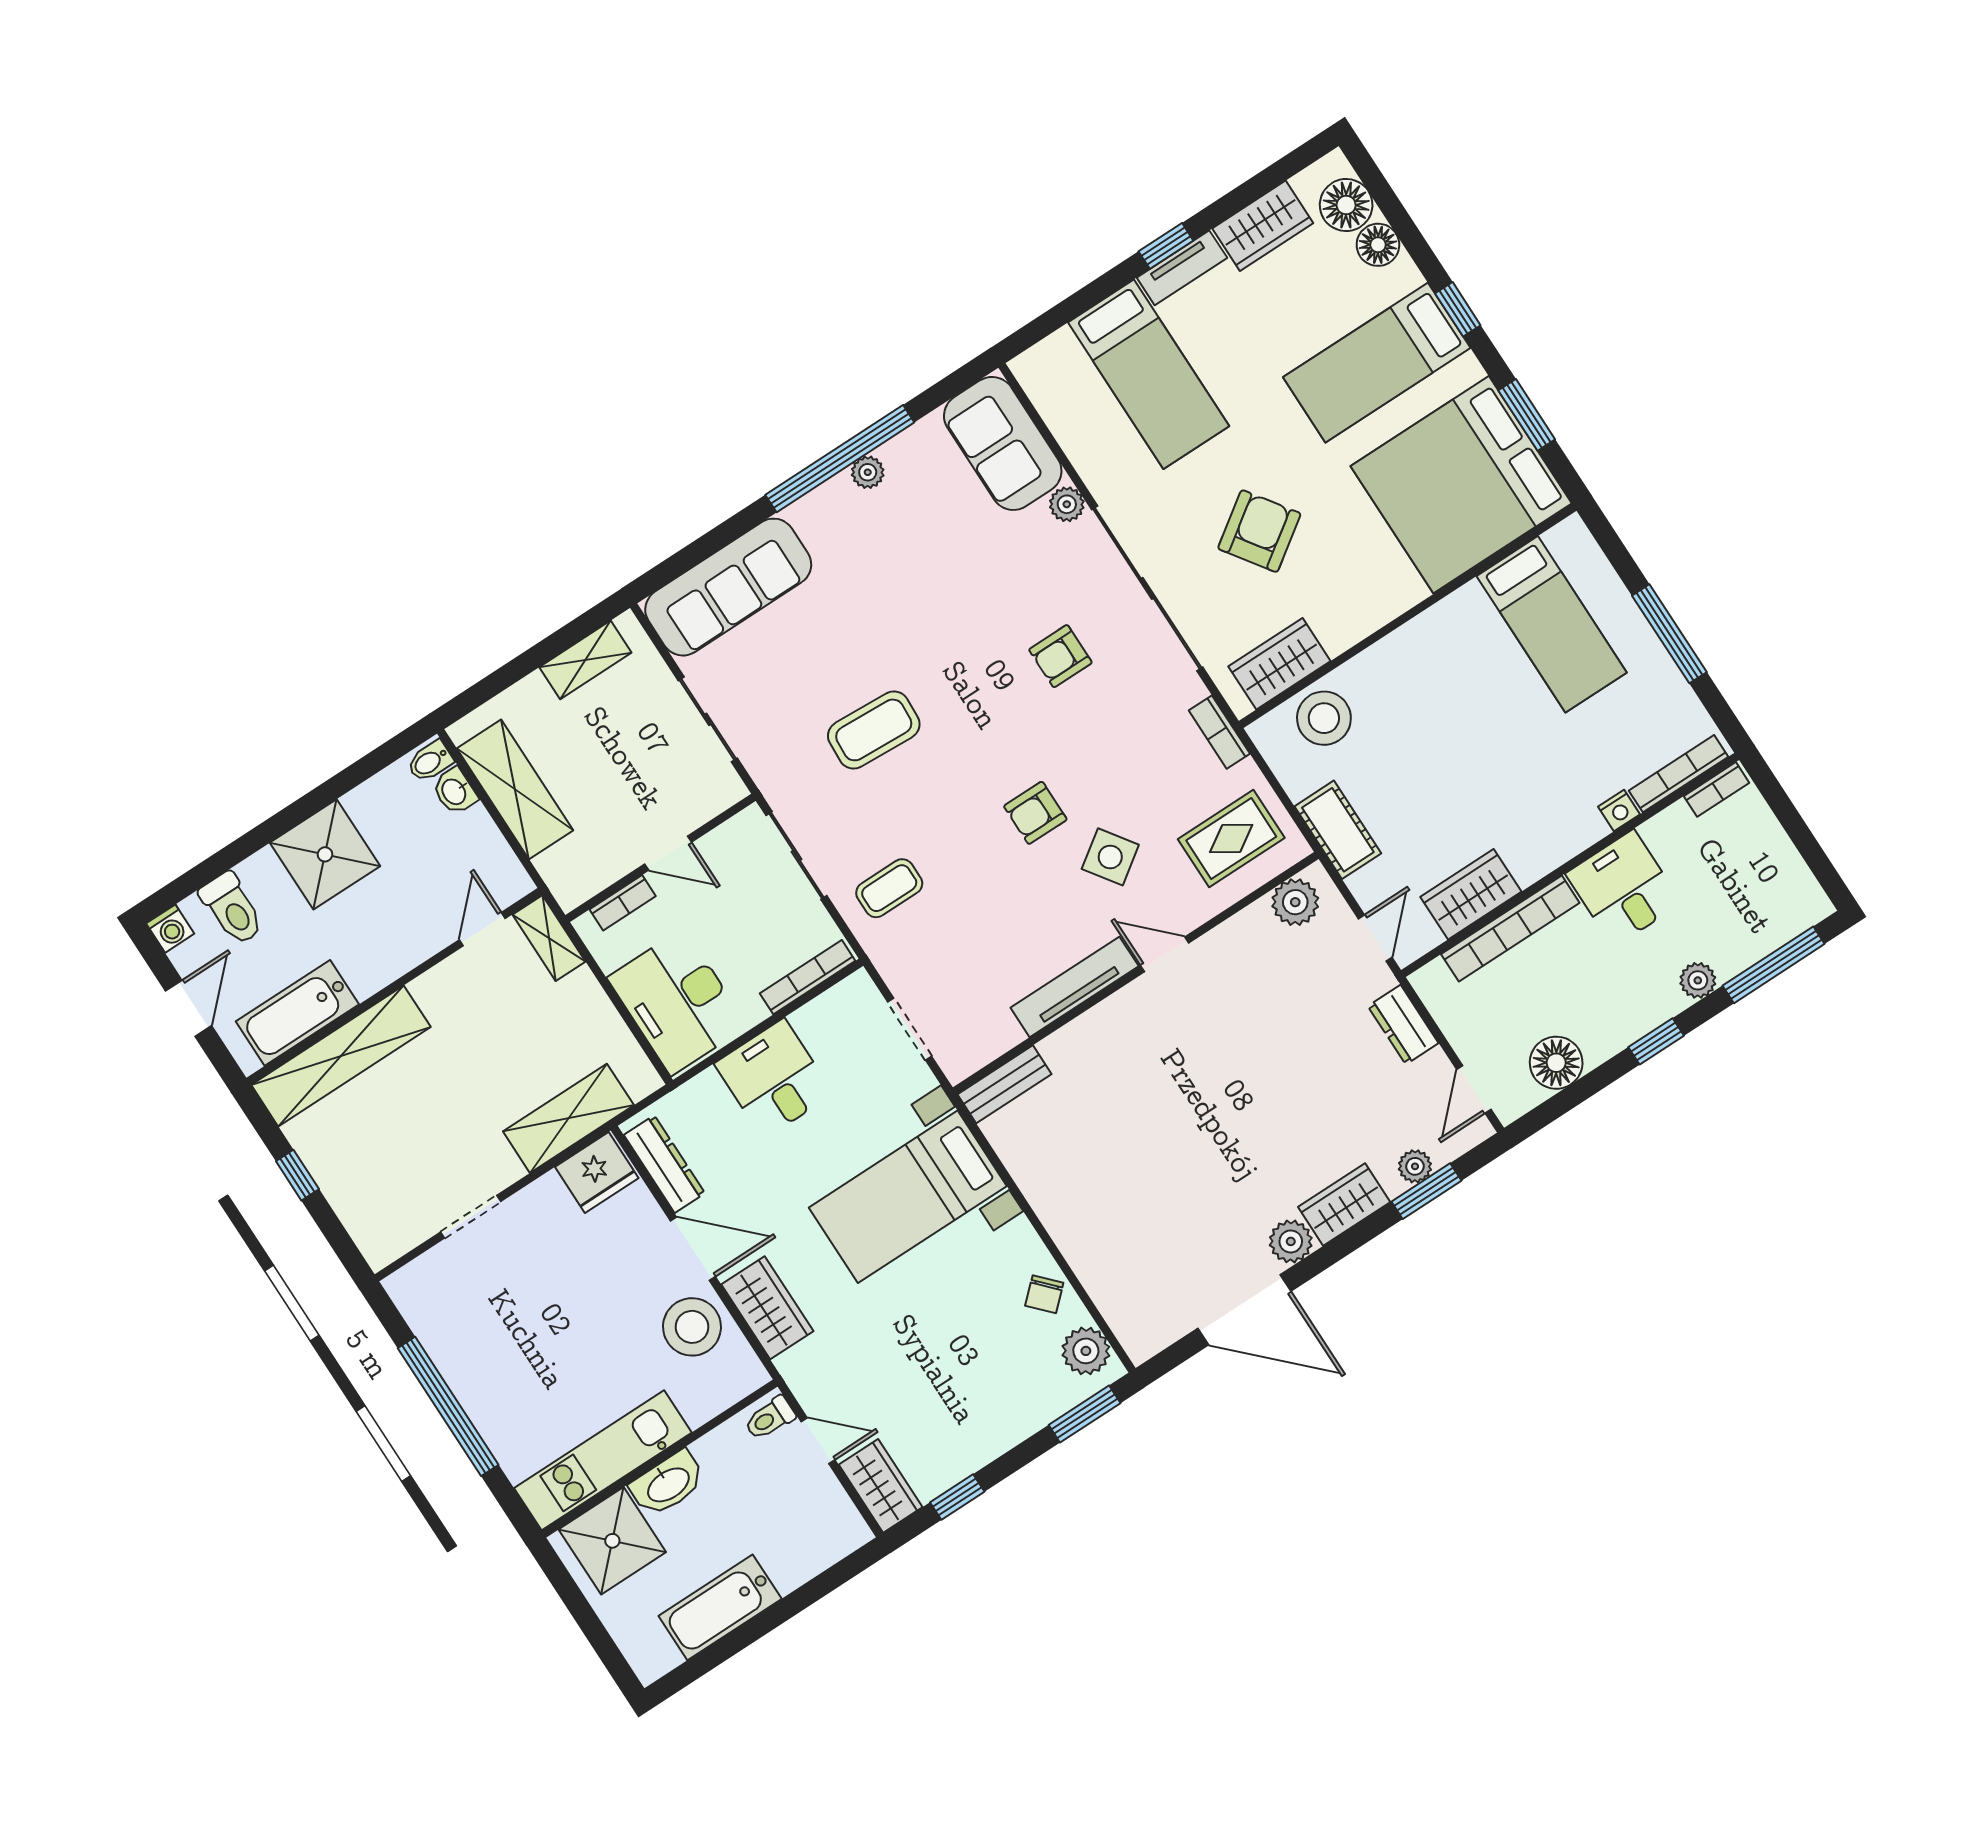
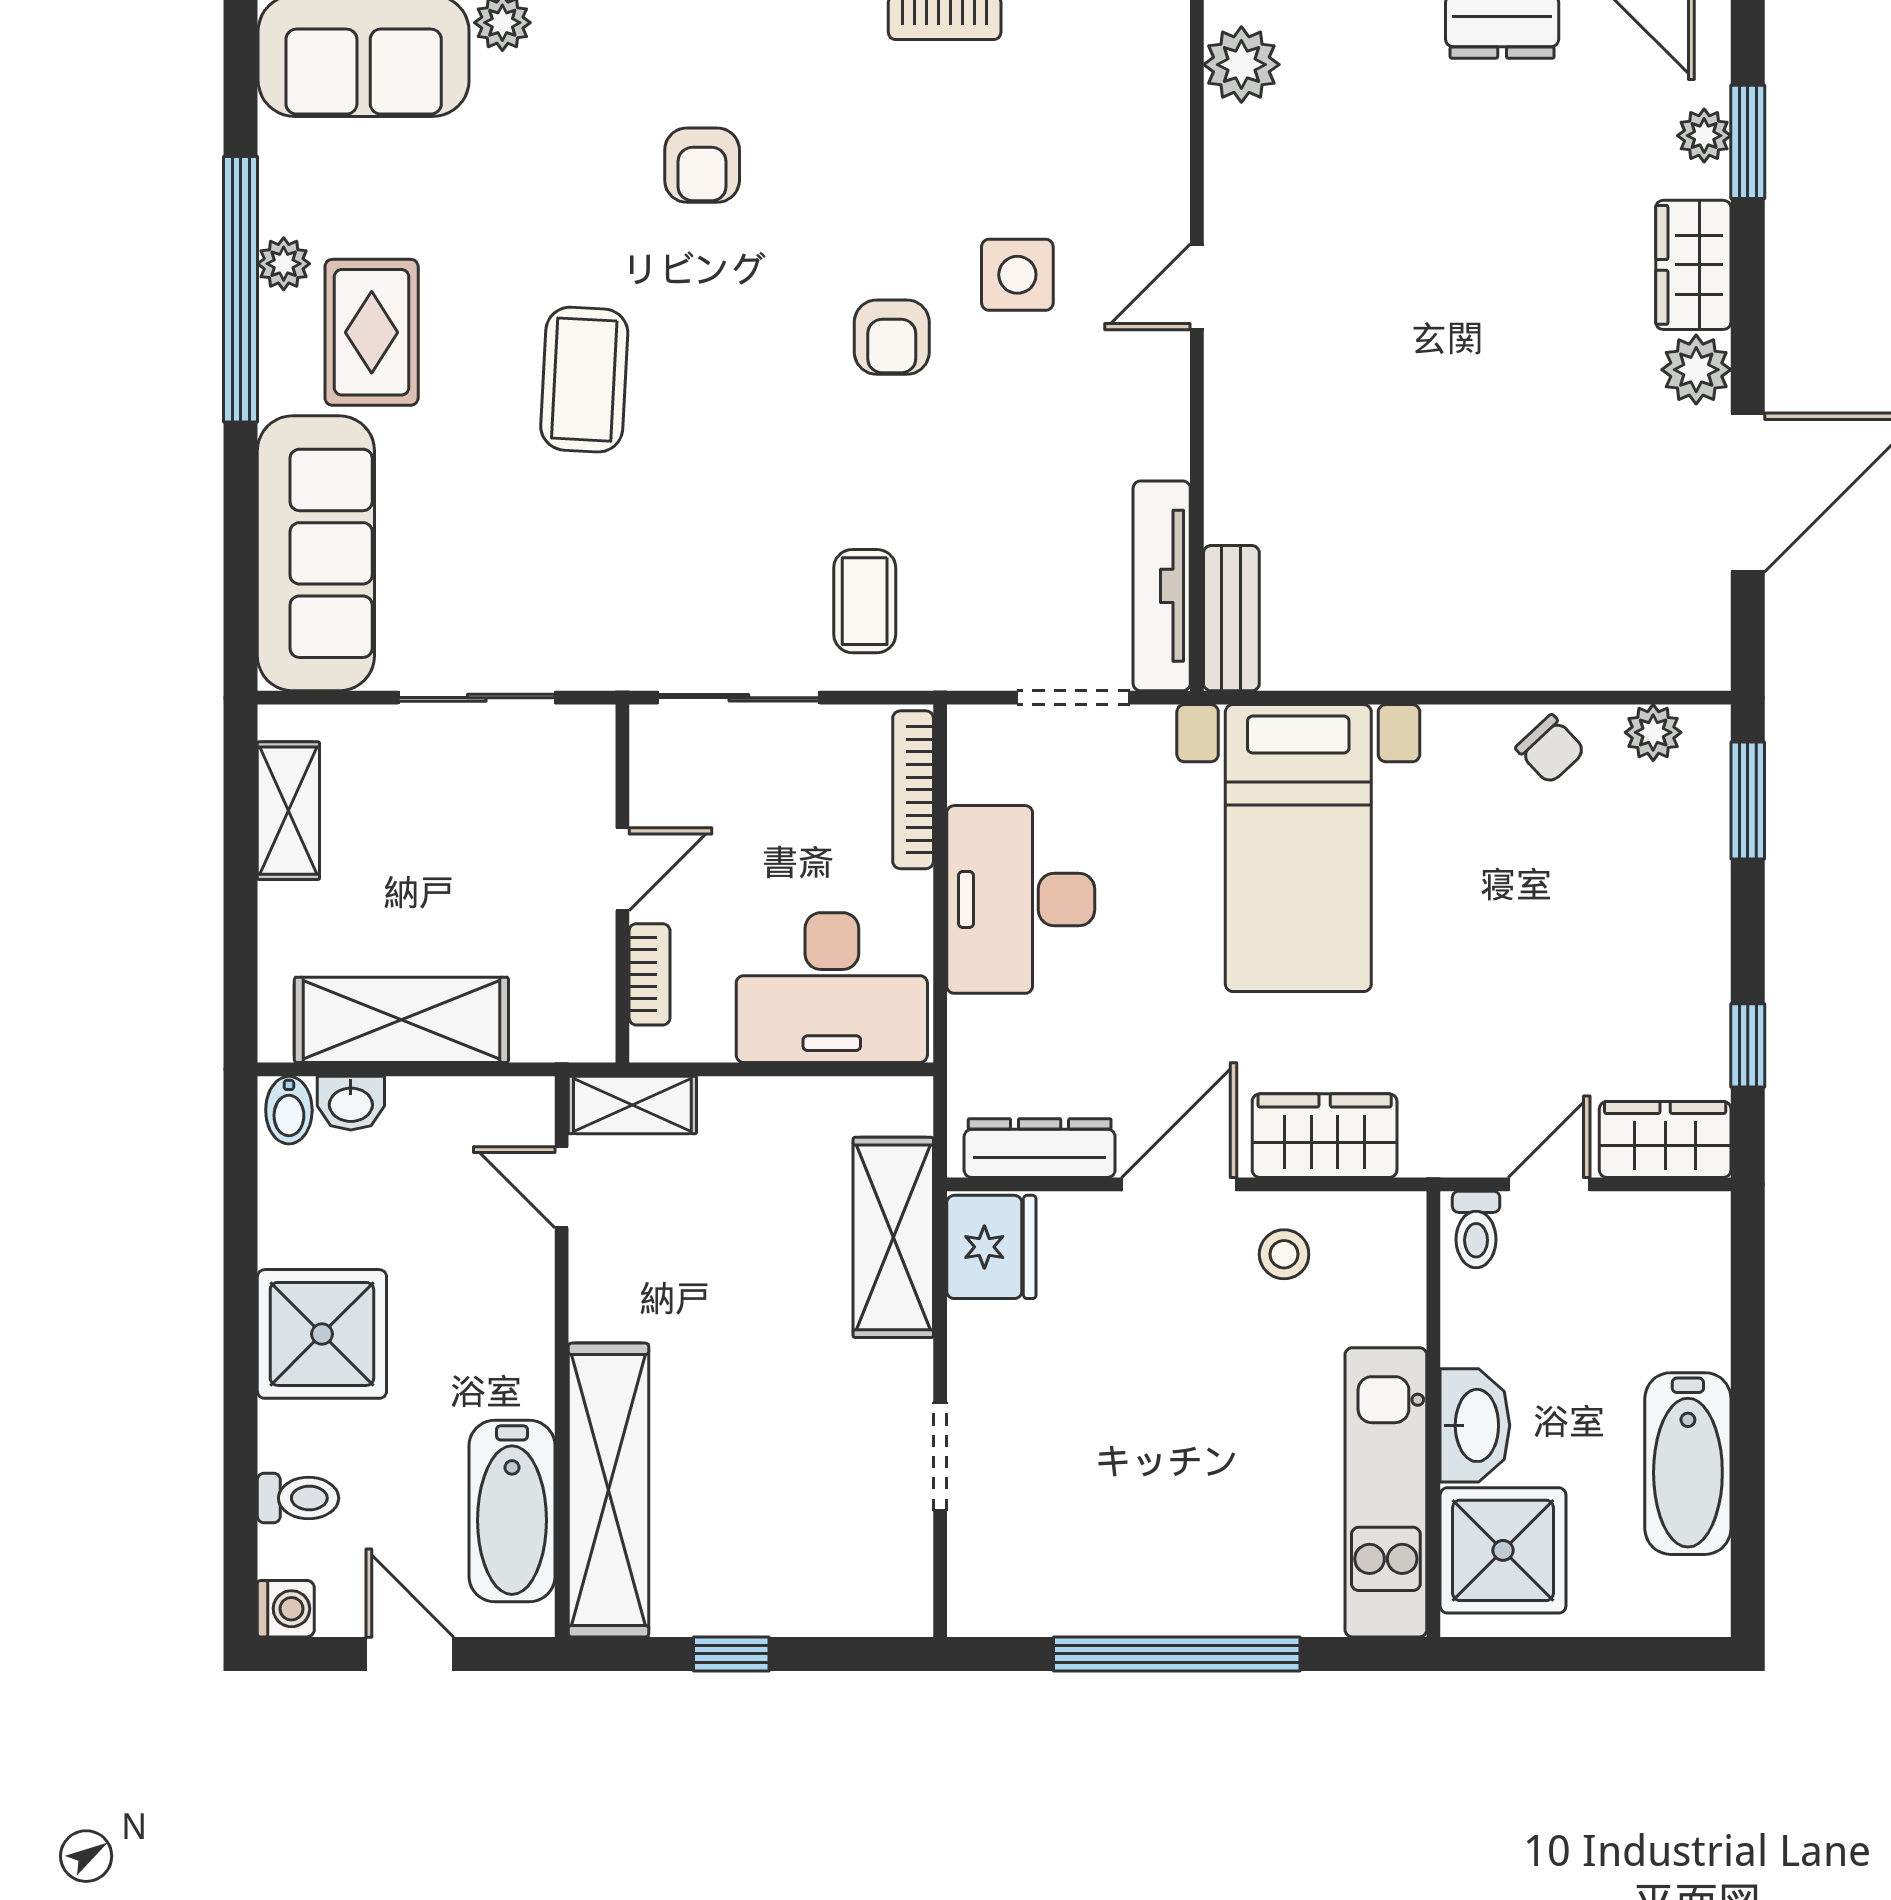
coffee table: (874, 730) -> (584, 380), moved
rug: (1231, 839) -> (372, 332), moved
side table: (1110, 857) -> (1017, 275), turned 35
toilet: (232, 909) -> (298, 1498), width x0.73, depth x0.72
tv unit: (1075, 987) -> (1162, 586), moved
desk: (774, 1079) -> (1021, 899), width x1.37
stool: (692, 1327) -> (1284, 1254), width x0.53, depth x0.53
plant: (1086, 1351) -> (1653, 732), width x0.73, depth x0.73

